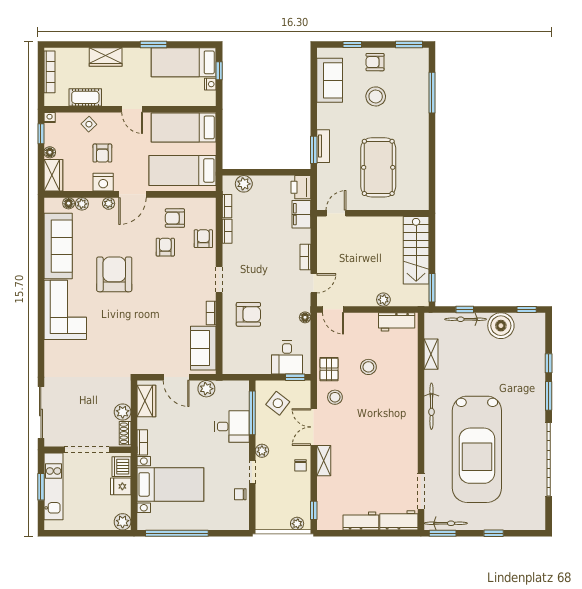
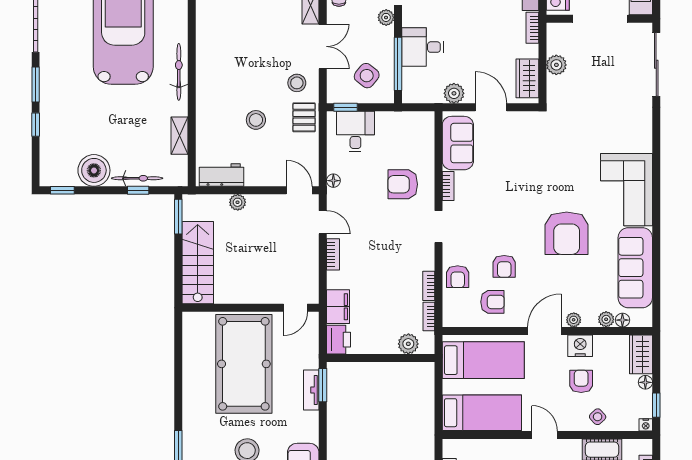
pool table: (378, 167) -> (244, 364), width x1.36, depth x1.32
door: (314, 283) -> (323, 222), swing flipped
shoe rack: (125, 433) -> (553, 39), removed

